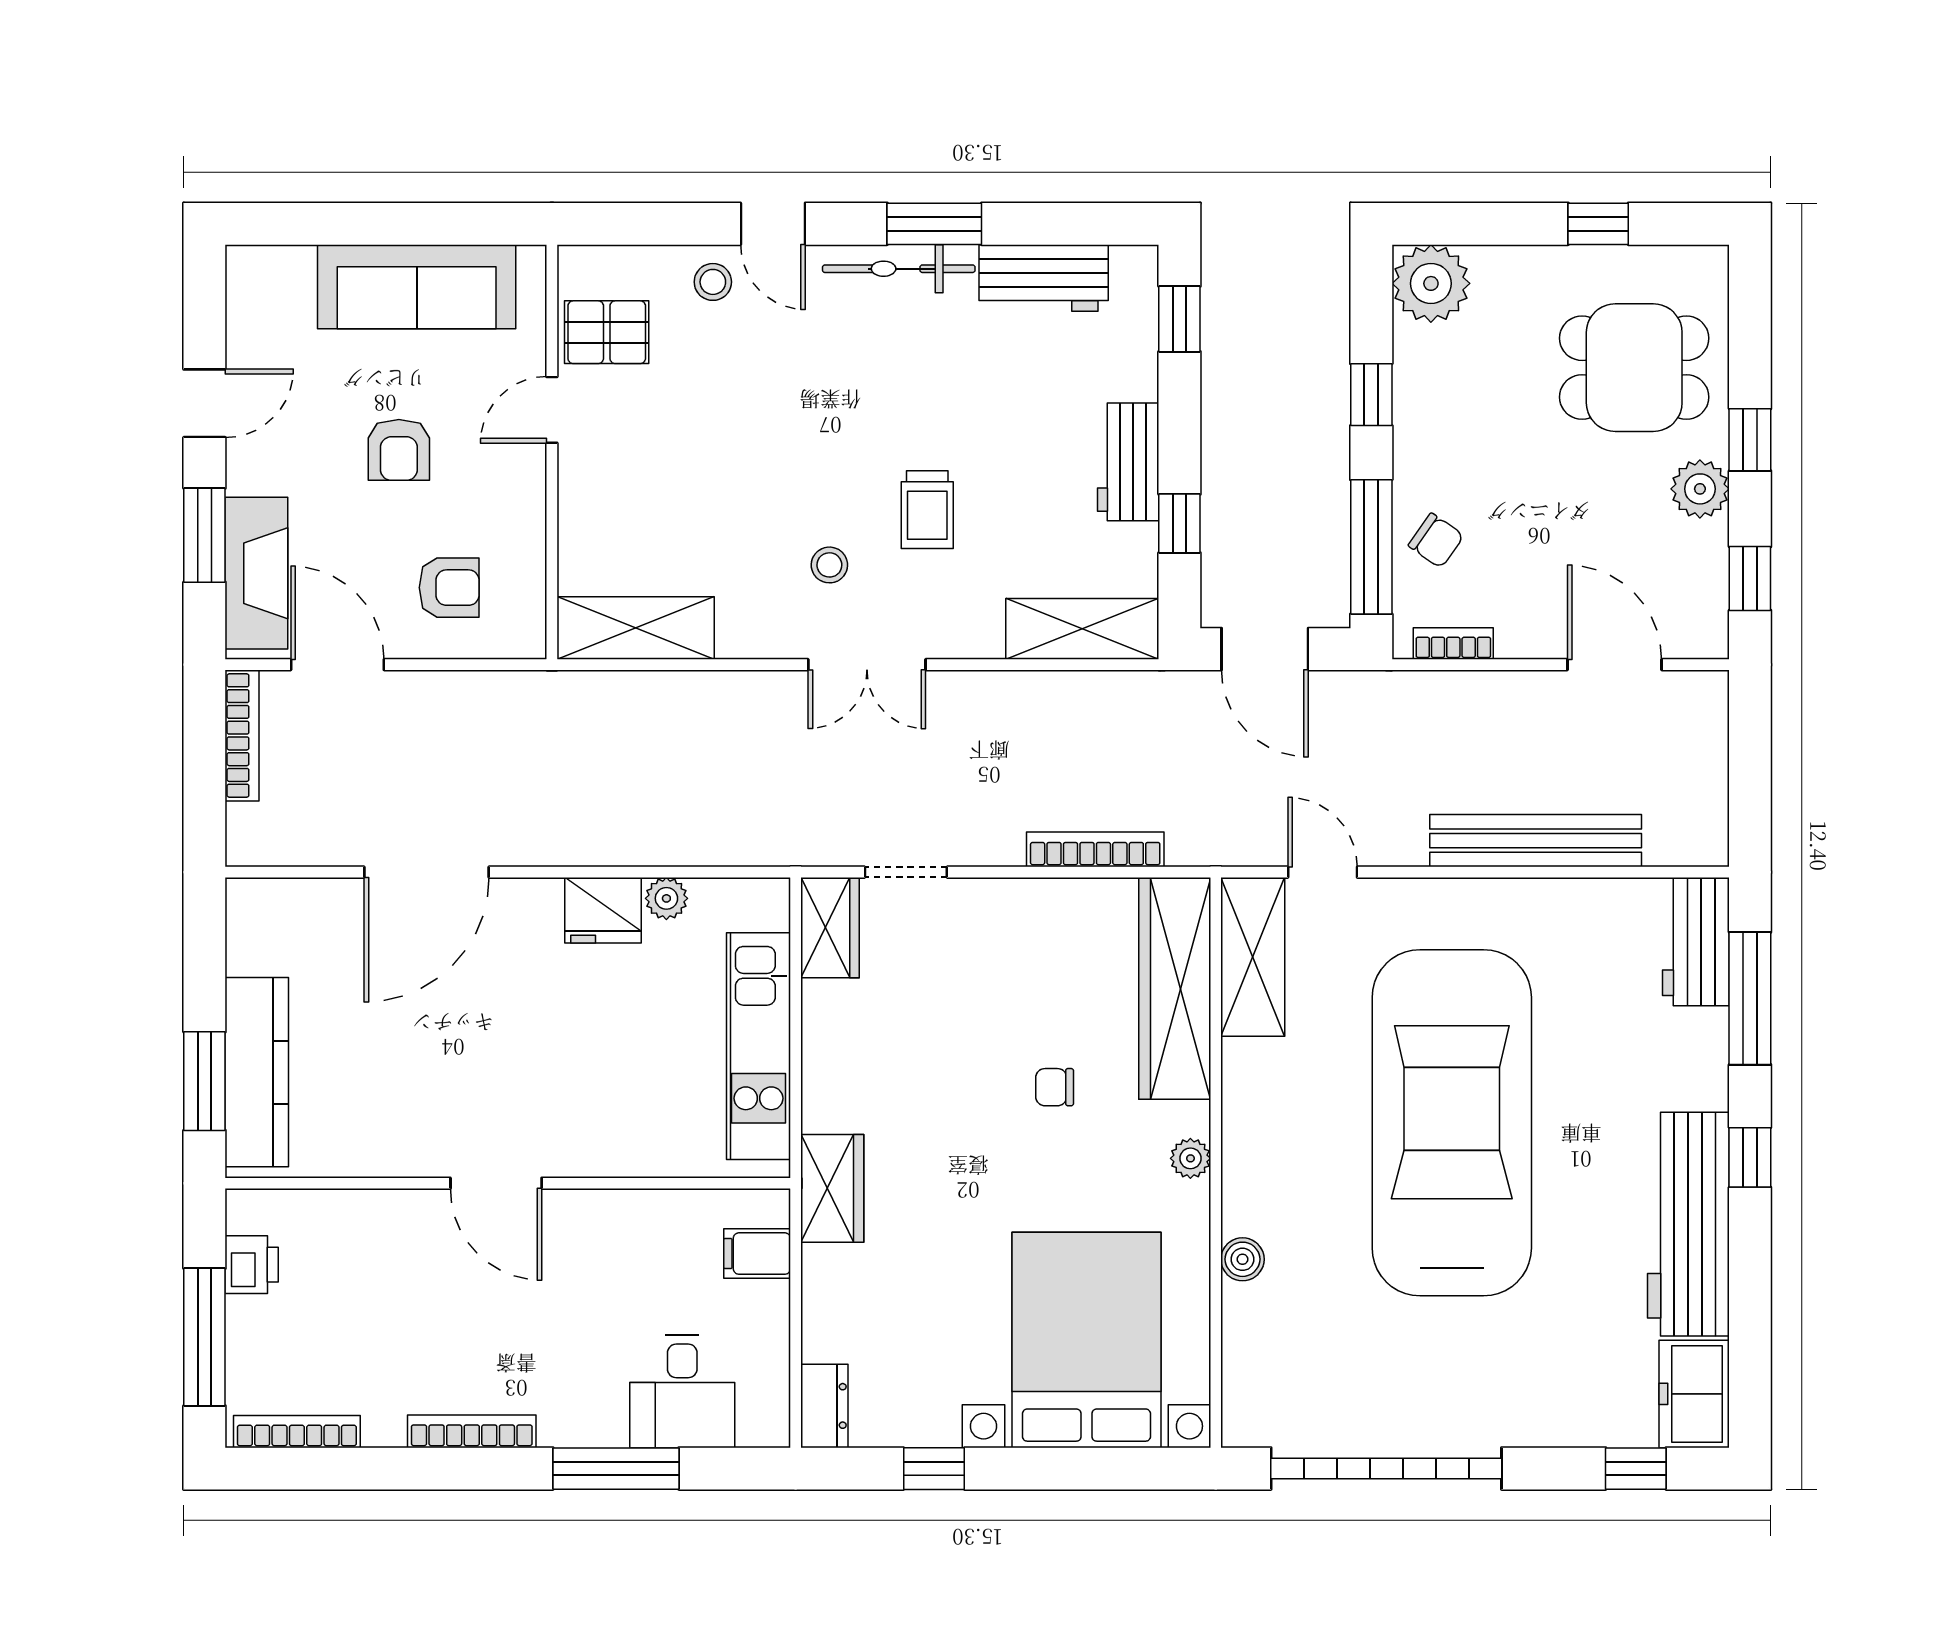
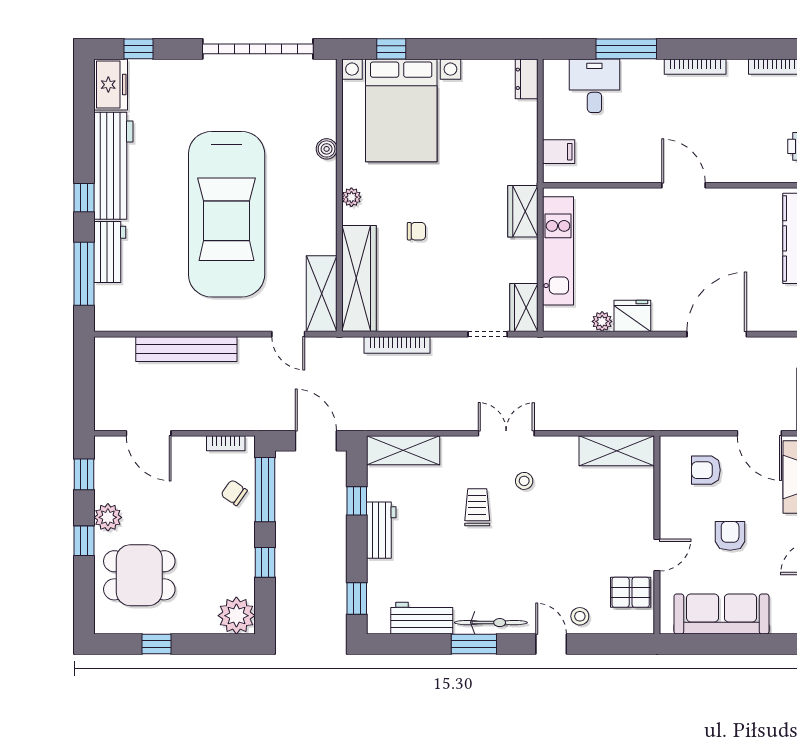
workbench: (1696, 942) -> (110, 252), moved
wardrobe: (832, 1188) -> (523, 211), moved
window: (934, 1469) -> (391, 49), moved

